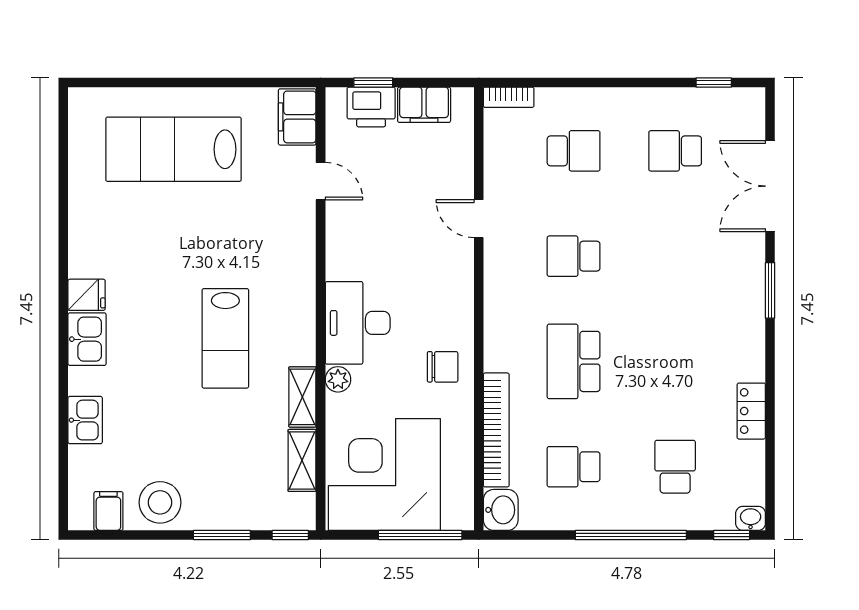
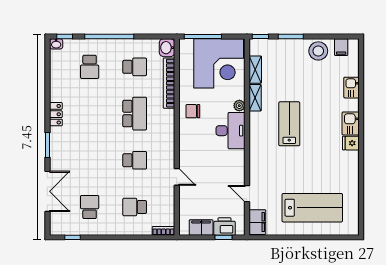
school desk: (675, 151) -> (90, 207), turned -90
locker: (751, 411) -> (56, 114), moved

